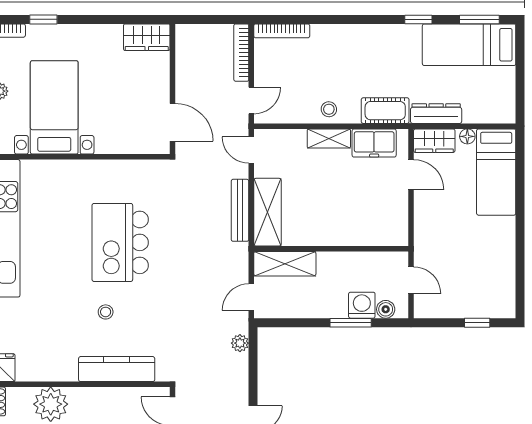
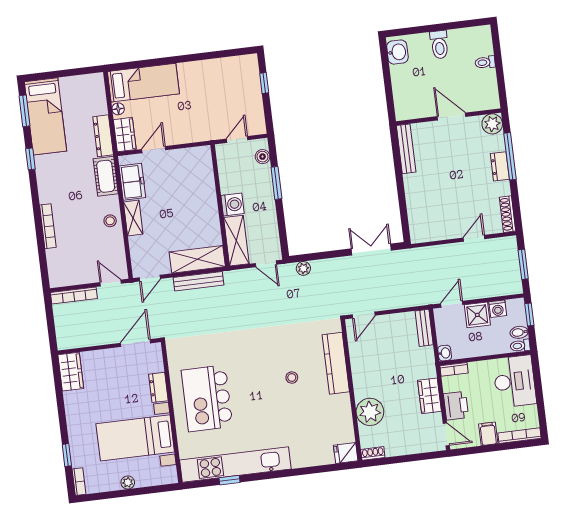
bookcase: (282, 31) -> (48, 226), moved
dresser: (114, 144) -> (158, 387), added
kitchen island: (120, 242) -> (207, 398), moved, turned 90
washing machine: (362, 305) -> (232, 204), moved, turned 180

